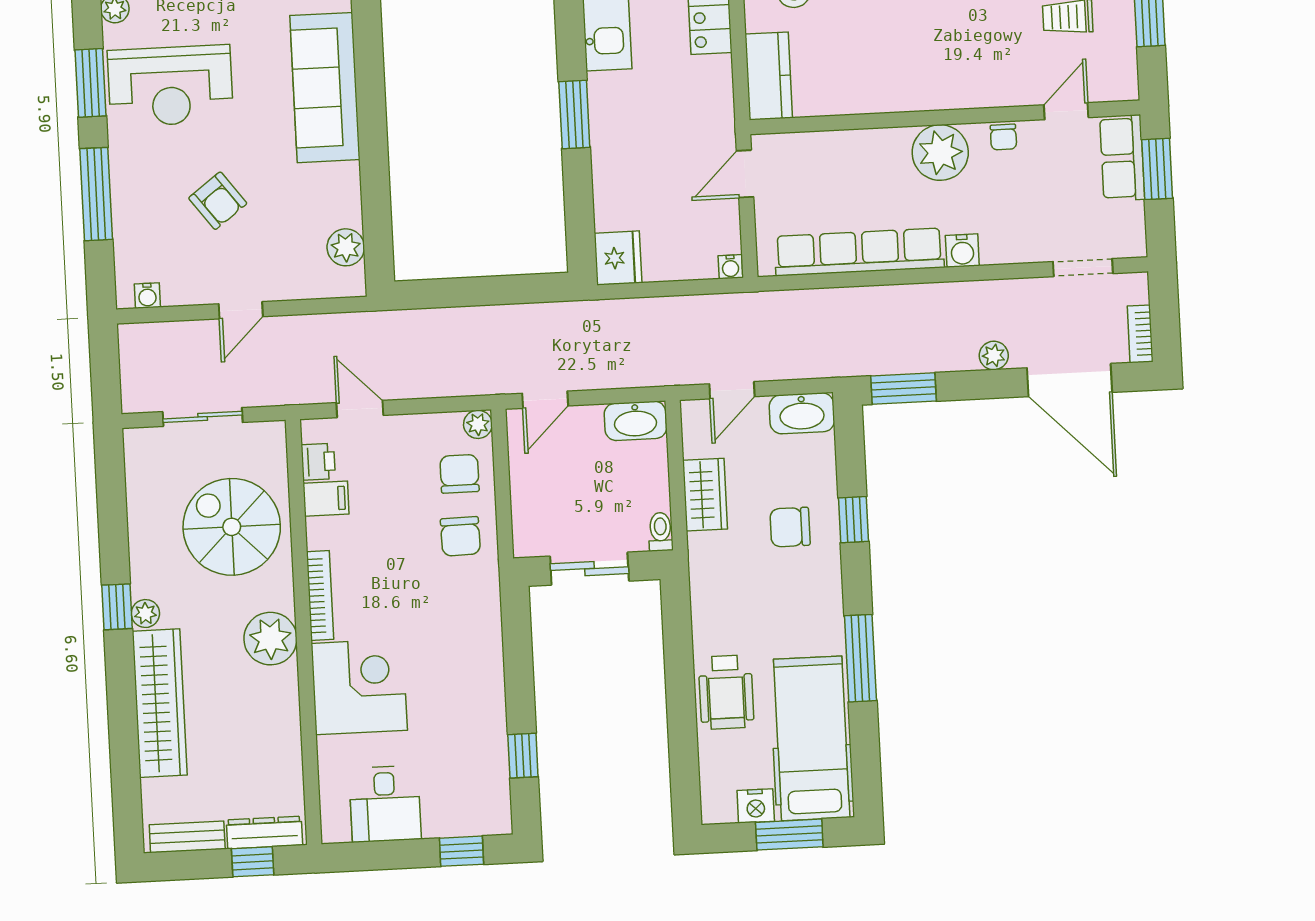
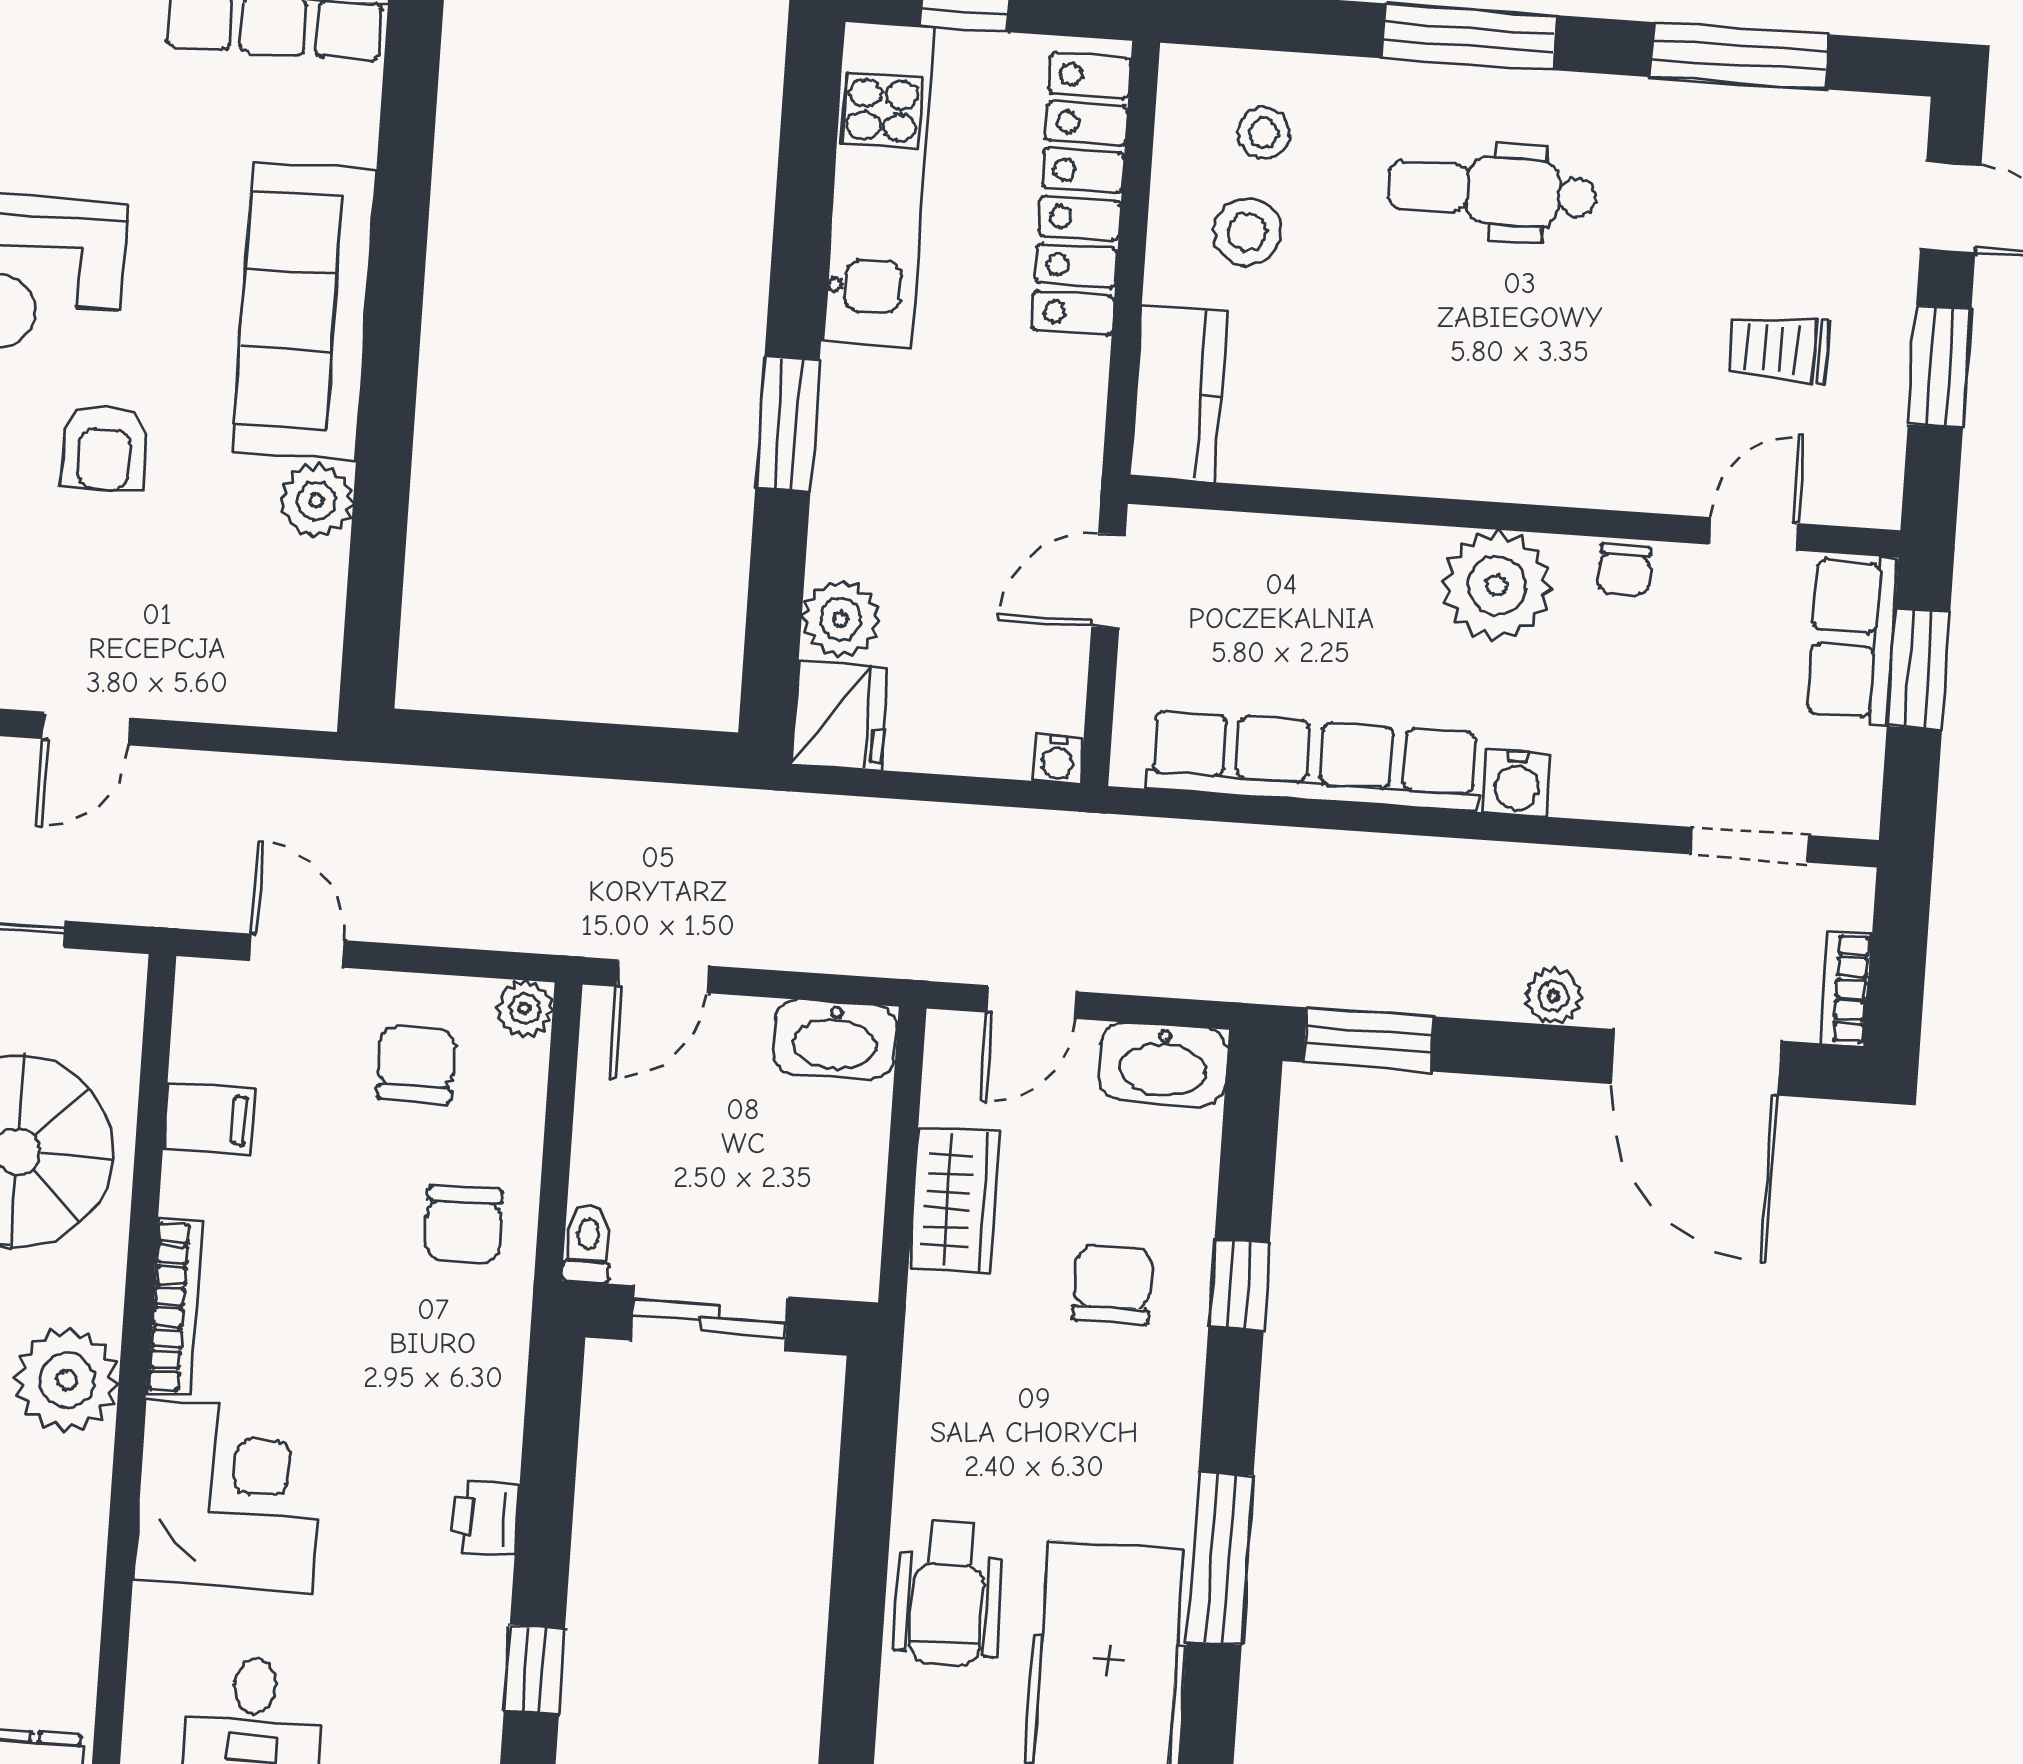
armchair: (218, 201) -> (105, 447), moved, turned 37
plant: (613, 209) -> (841, 619), added
plant: (346, 247) -> (316, 501), moved
printer: (318, 462) -> (485, 1518), moved, turned 180
chair: (460, 474) -> (416, 1064), moved
chair: (790, 527) -> (1113, 1285), turned 90
toilet: (661, 532) -> (588, 1244), moved

